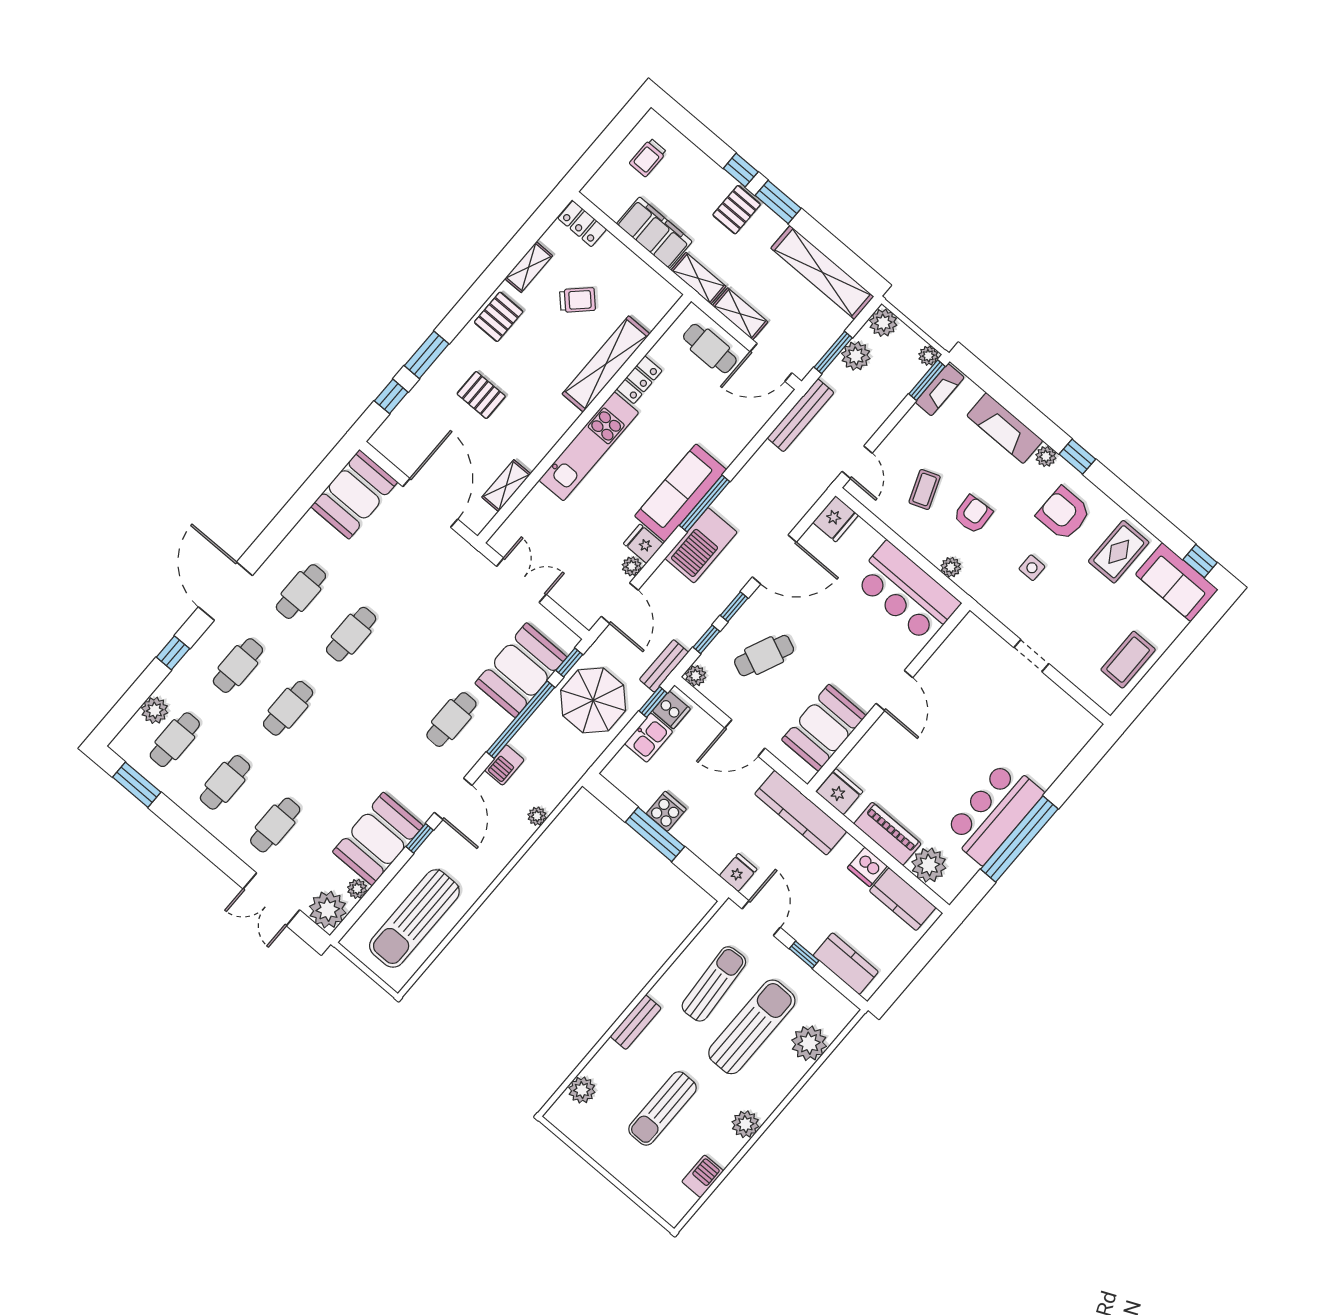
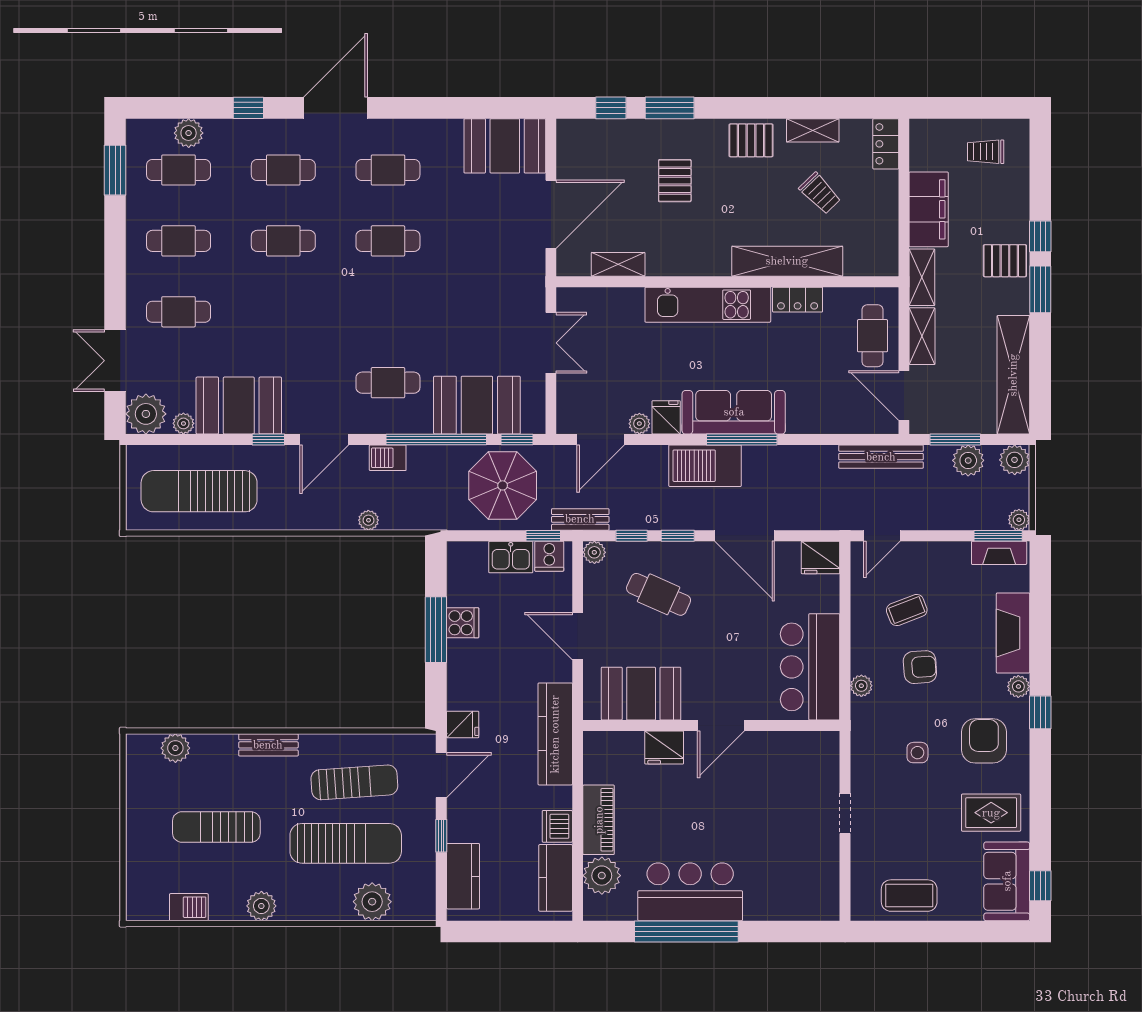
fridge: (839, 792) -> (664, 748), moved, turned 90

